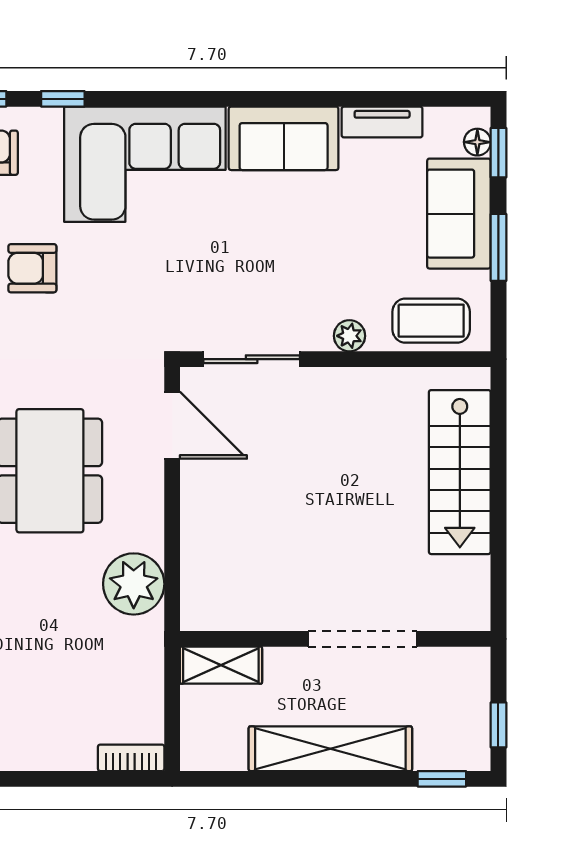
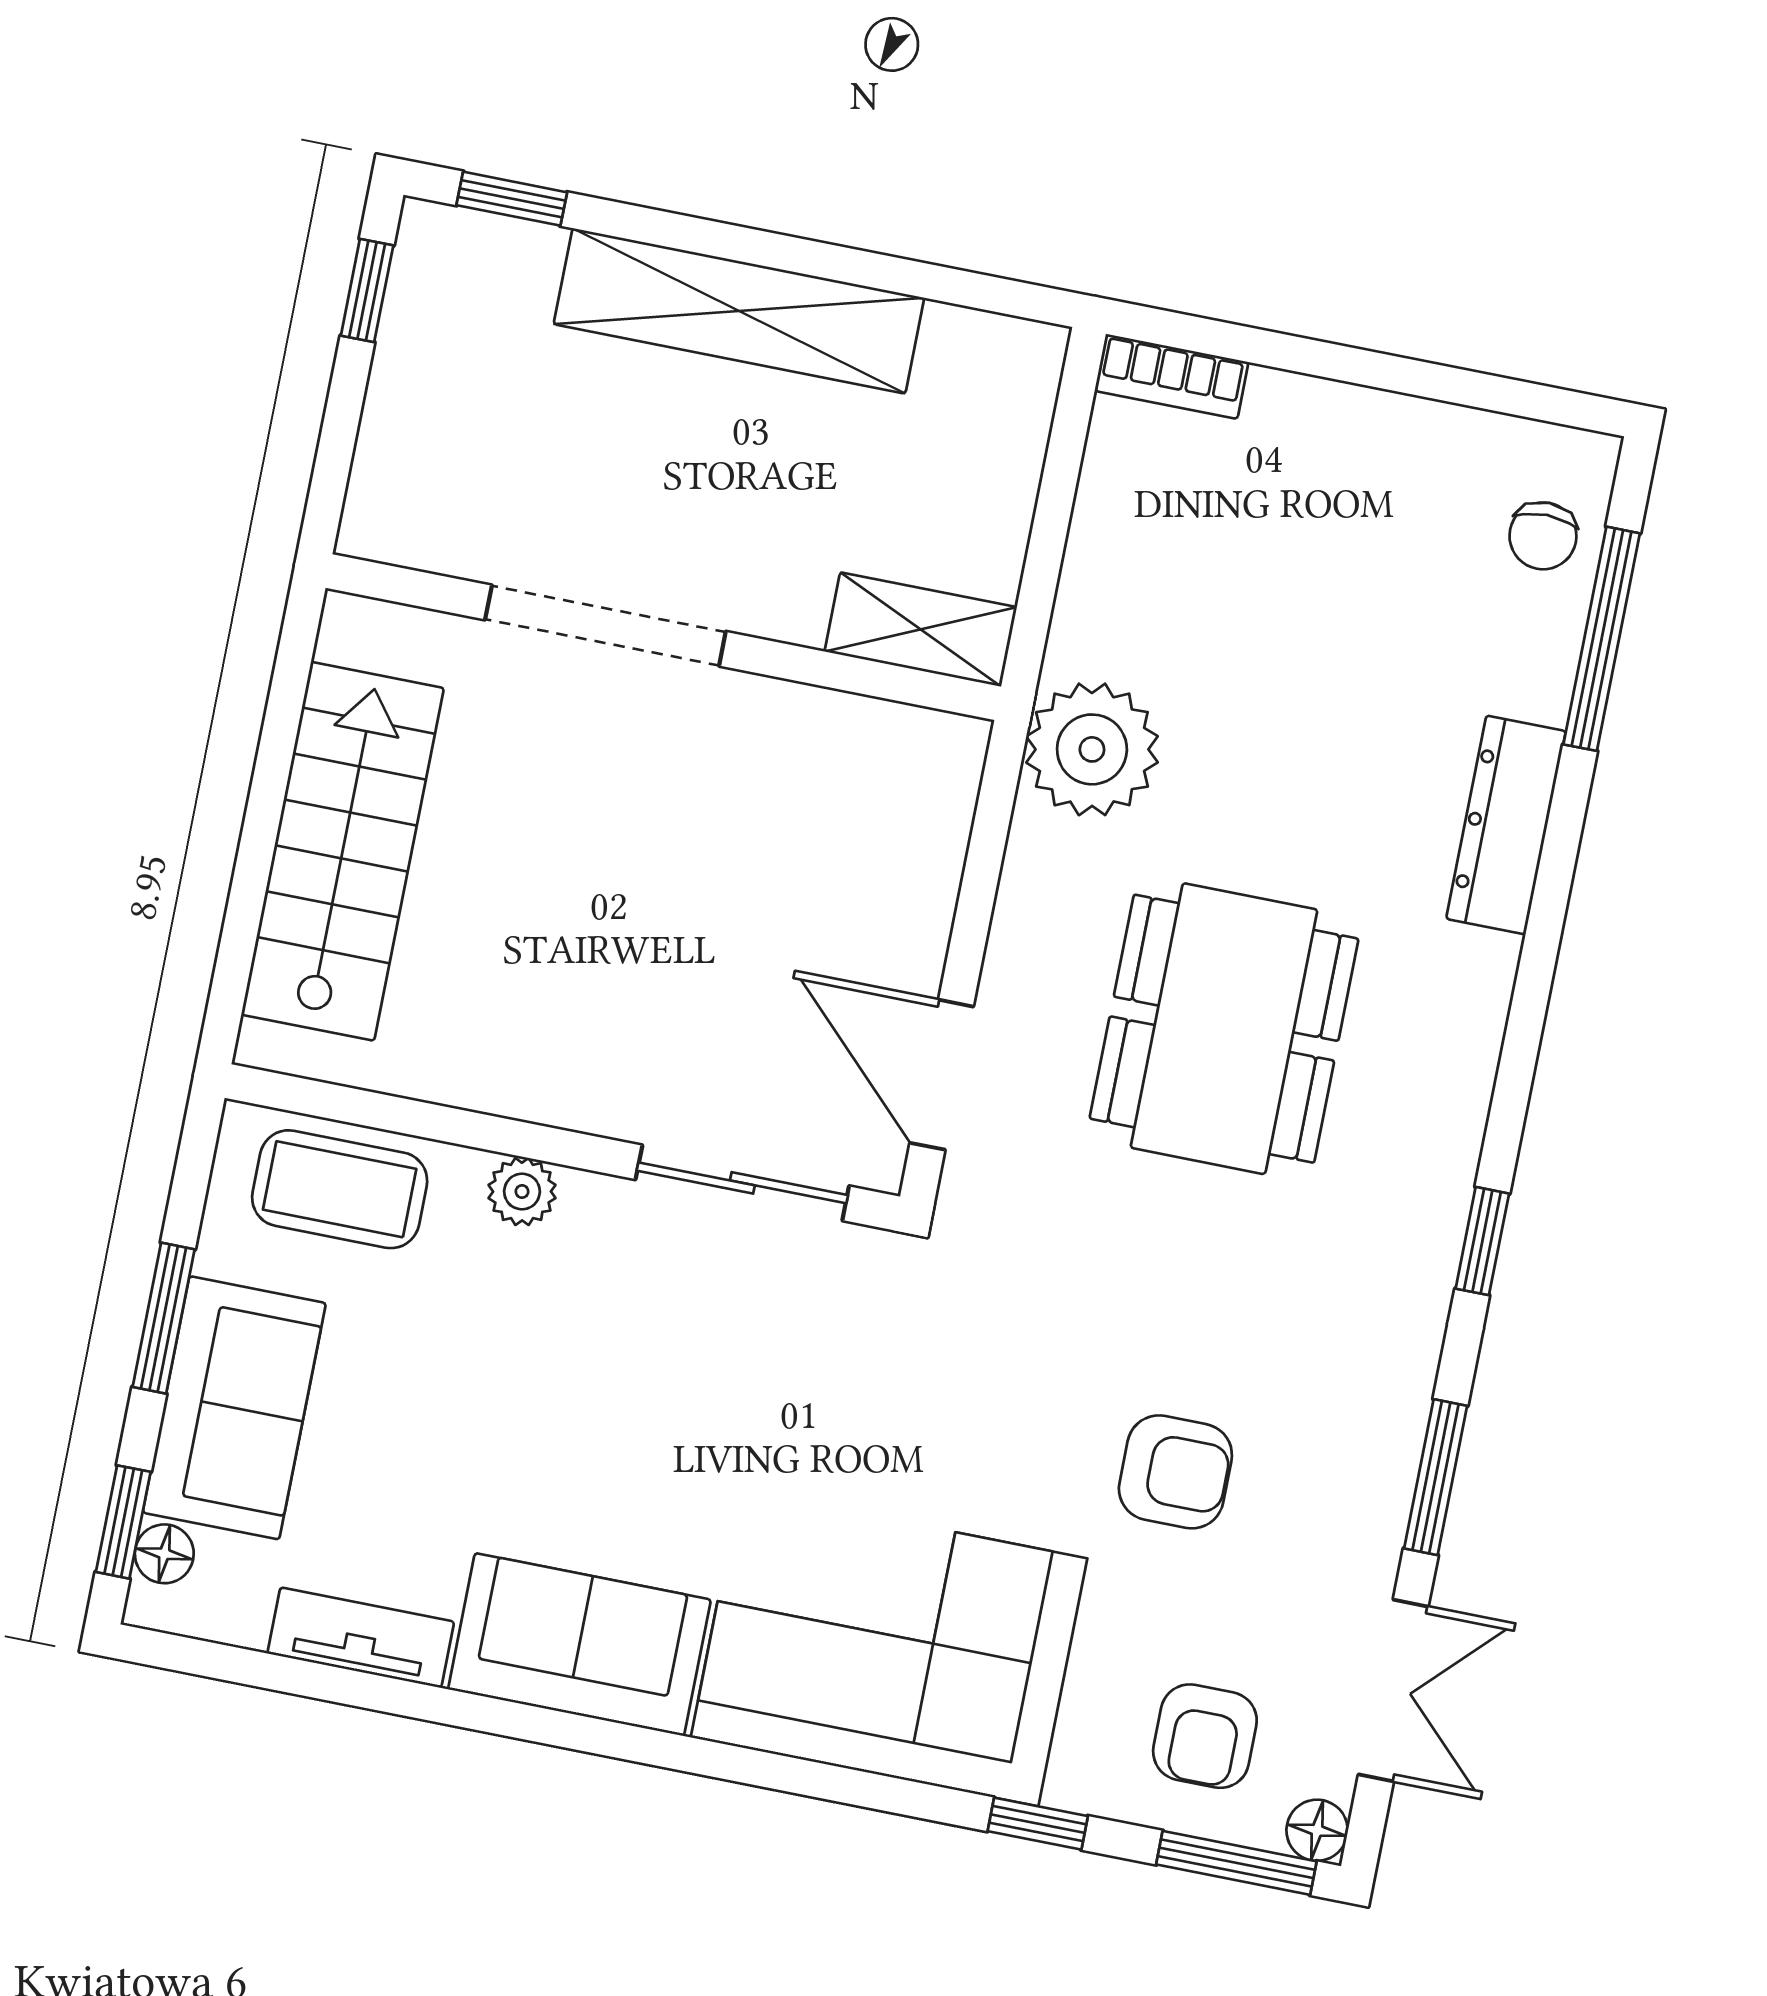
wall: (335, 639) -> (663, 637), moved
doorway: (362, 639) -> (605, 626), moved
shelving: (221, 665) -> (921, 629), moved

